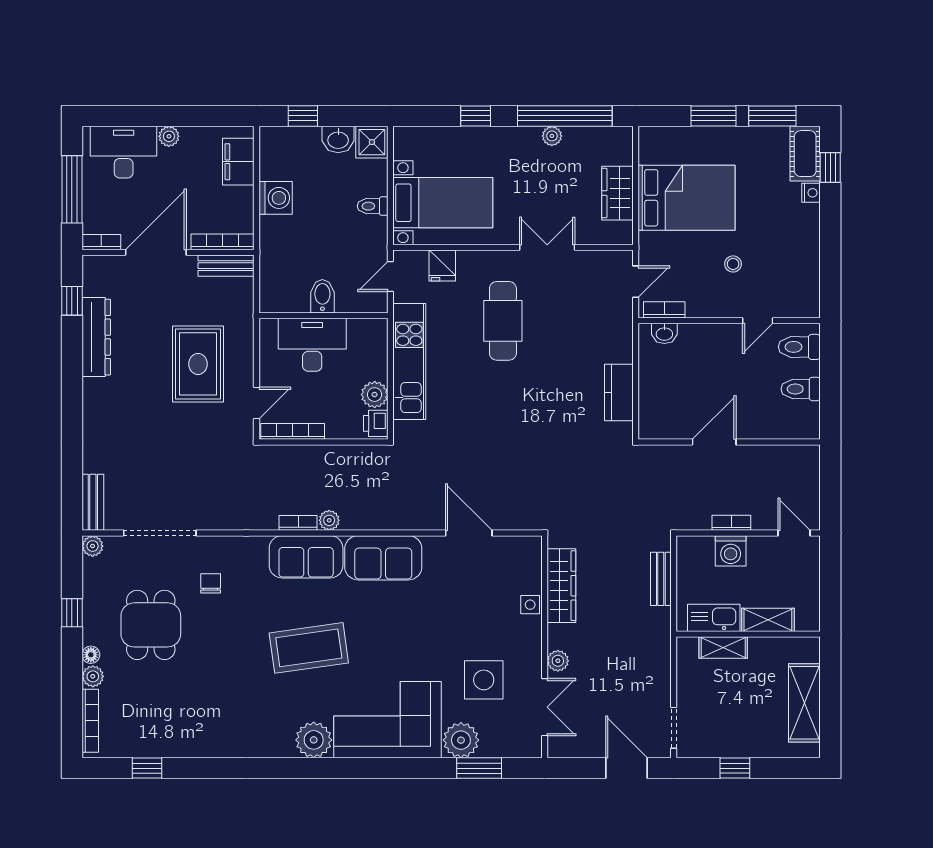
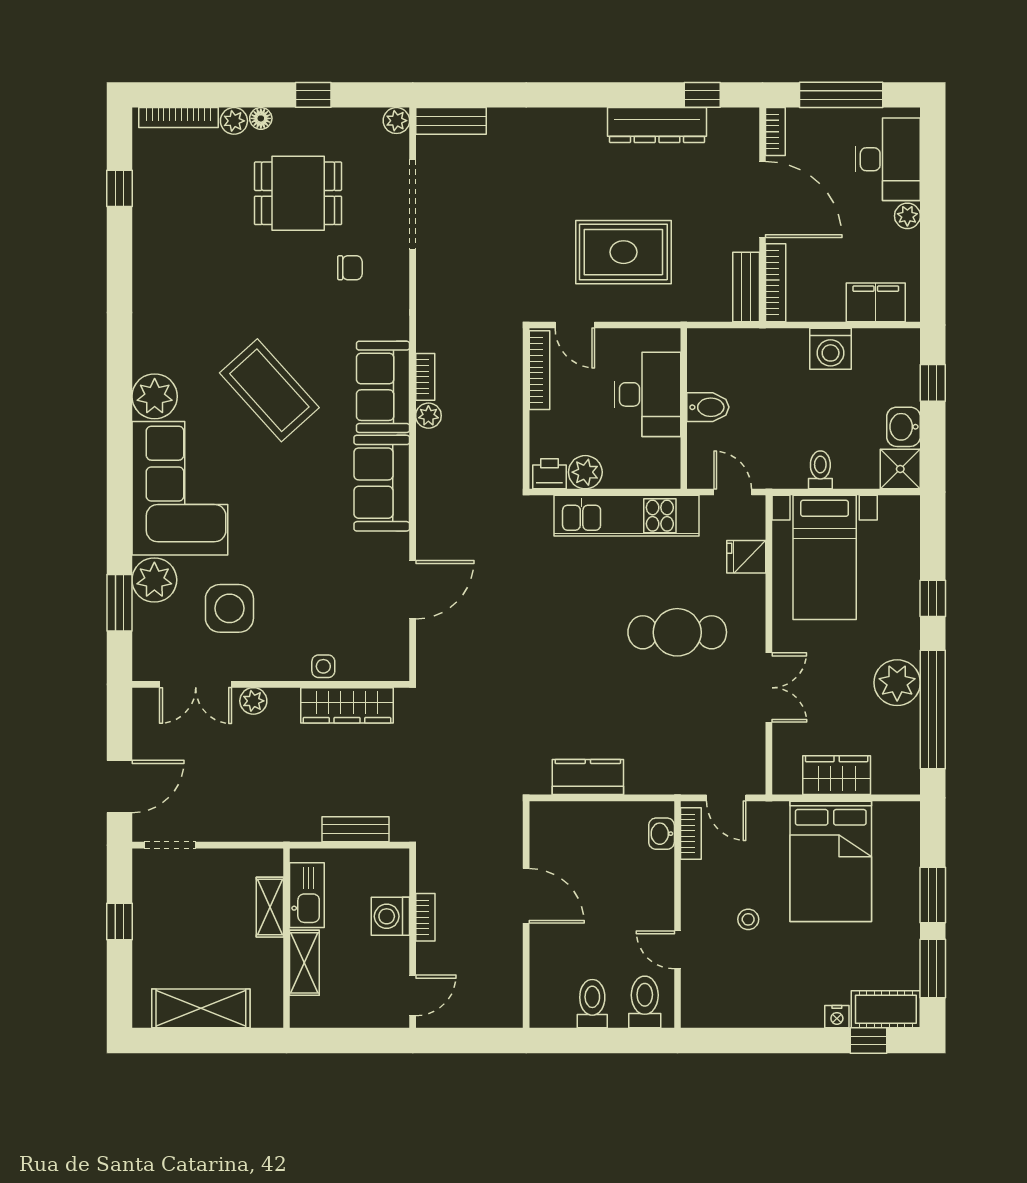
plant: (552, 136) -> (897, 683), width x1.87, depth x1.87
coffee table: (309, 648) -> (269, 390), turned -34

